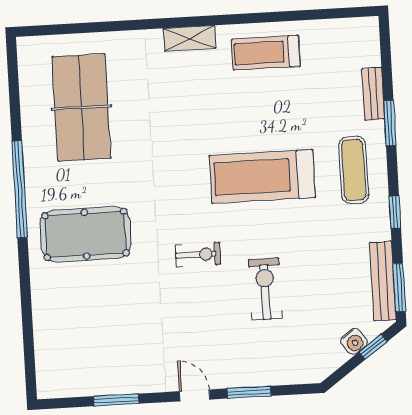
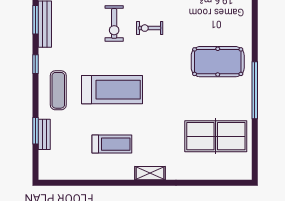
treadmill: (266, 53) -> (112, 144), moved
table tennis table: (81, 107) -> (216, 136), turned 90
window: (390, 123) -> (35, 131), moved
exercise bike: (198, 255) -> (150, 28), moved

